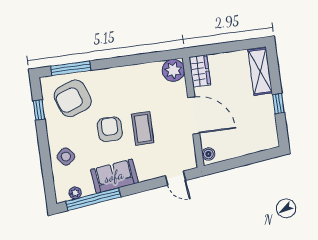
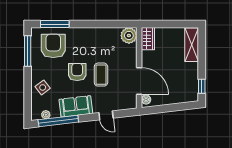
armchair: (73, 98) -> (53, 46), turned 110
window: (278, 104) -> (202, 86), moved
window: (39, 110) -> (28, 51), width x2.17
door: (194, 115) -> (139, 81), moved
door: (175, 178) -> (106, 115), moved

